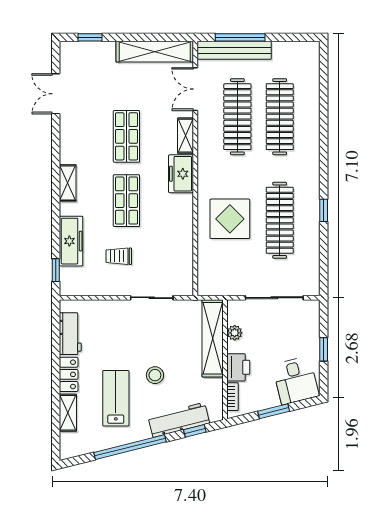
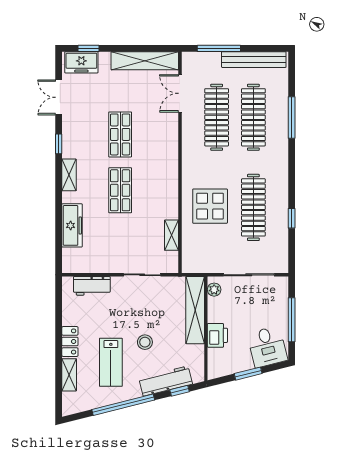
bench: (234, 50) -> (254, 60), moved
window: (324, 117) -> (292, 117), added
shelving: (185, 136) -> (171, 235), moved
freezer: (181, 174) -> (81, 62), moved, turned -90
window: (324, 210) -> (292, 218), moved
trolley: (119, 256) -> (113, 239), removed
window: (56, 270) -> (59, 144), moved
plant: (235, 333) -> (214, 290), moved
workbench: (70, 334) -> (92, 286), moved, turned 90
window: (324, 349) -> (292, 320), width x2.17
bookcase: (233, 397) -> (212, 361), removed
lab bench: (116, 398) -> (111, 362), turned 180

